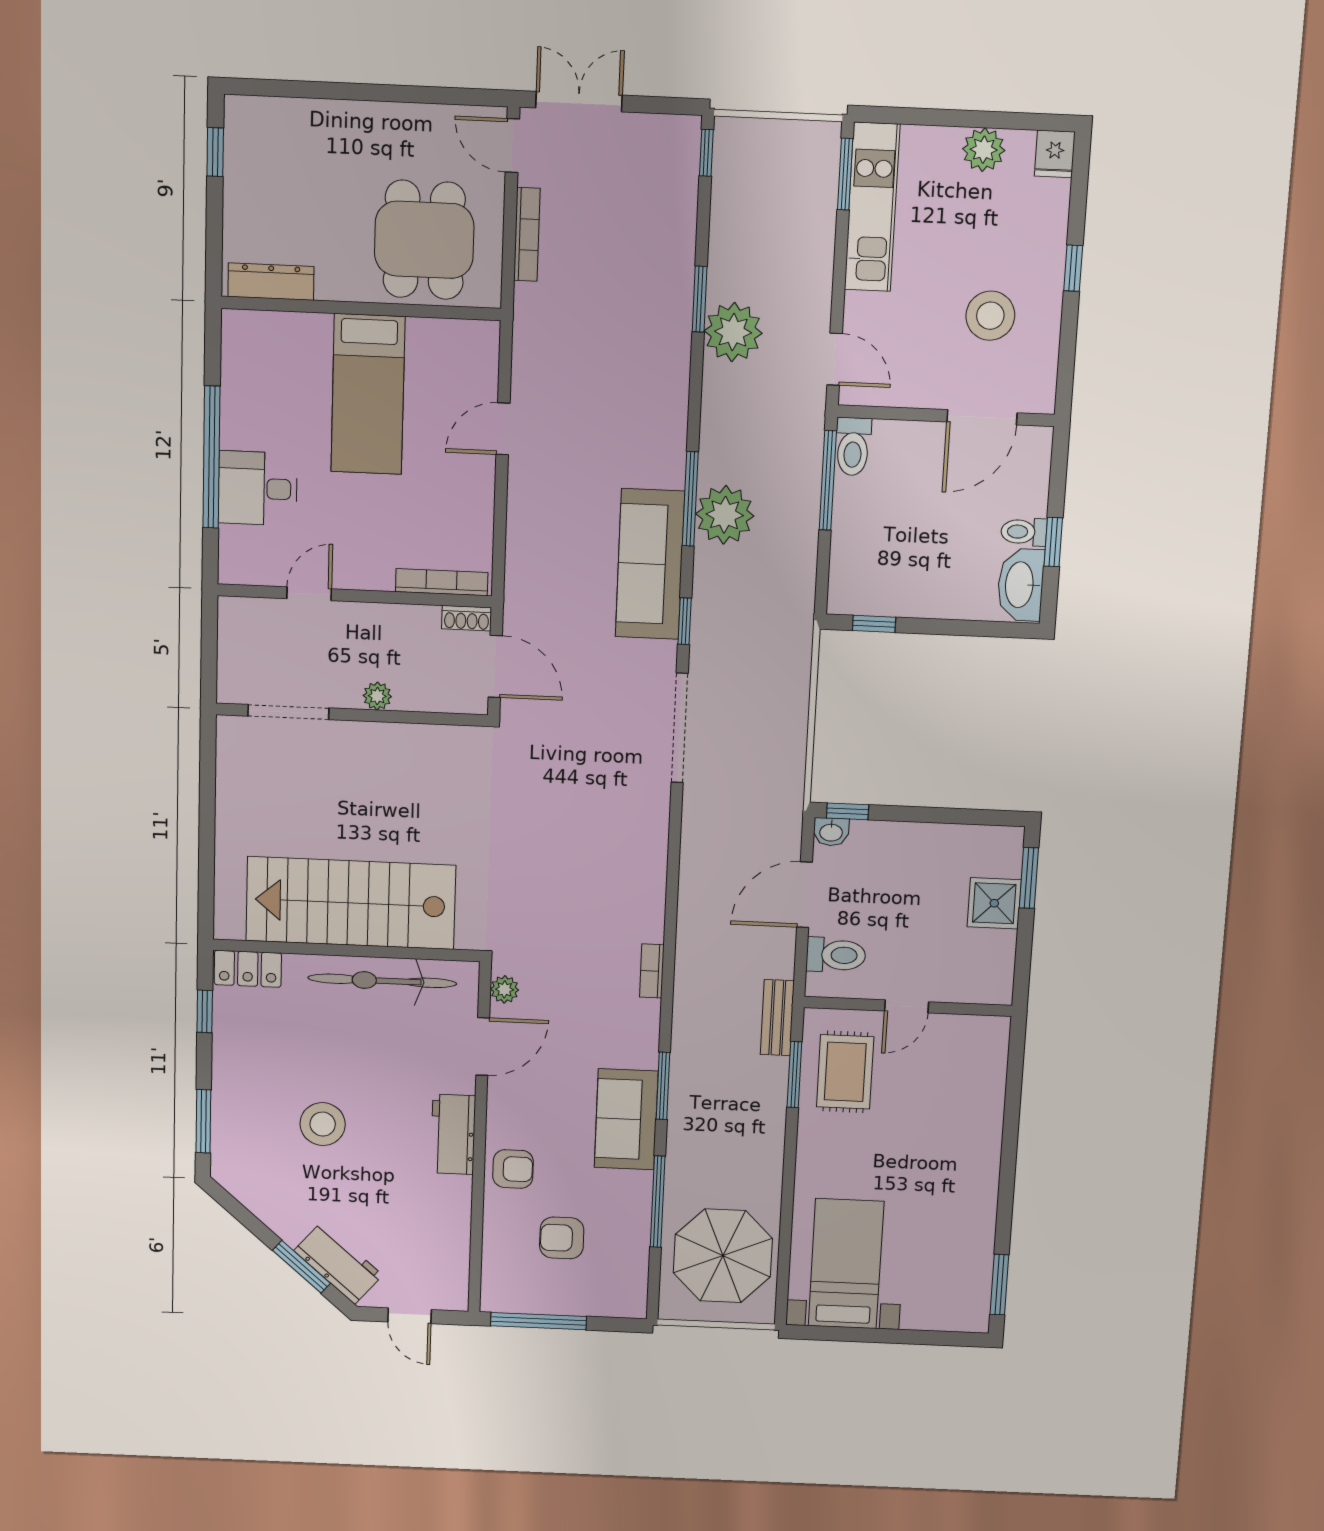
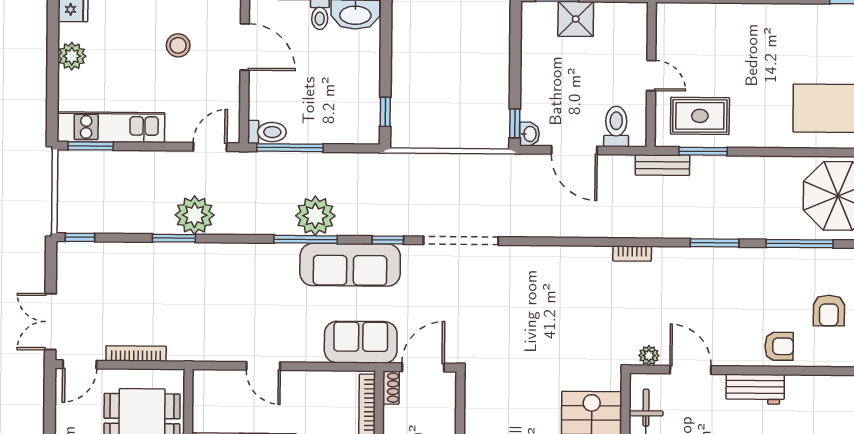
stool: (990, 316) -> (178, 45), width x0.73, depth x0.73
sofa: (626, 1119) -> (361, 342), moved, turned 180
armchair: (513, 1169) -> (779, 346), turned 90

